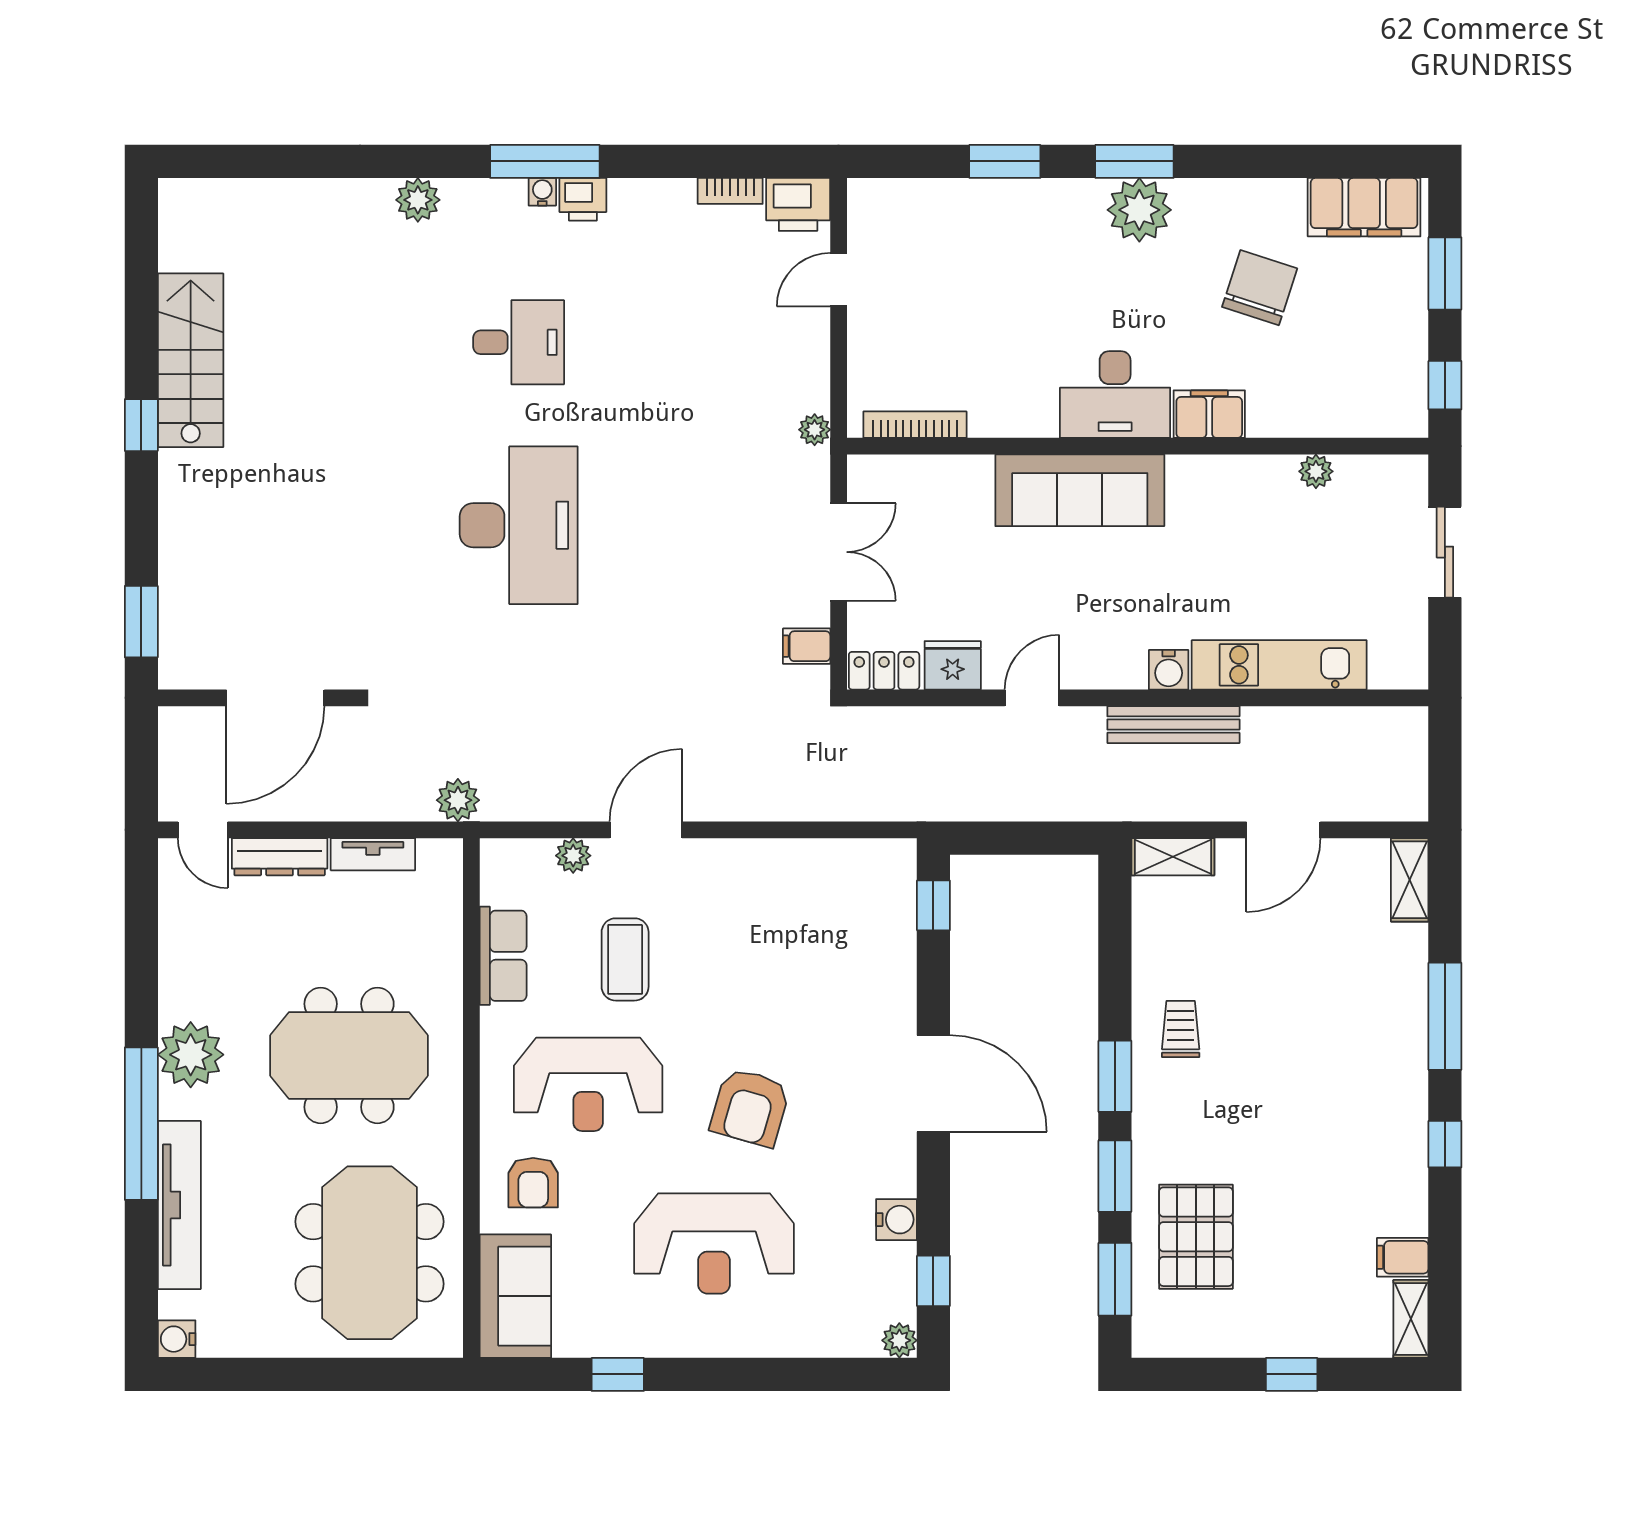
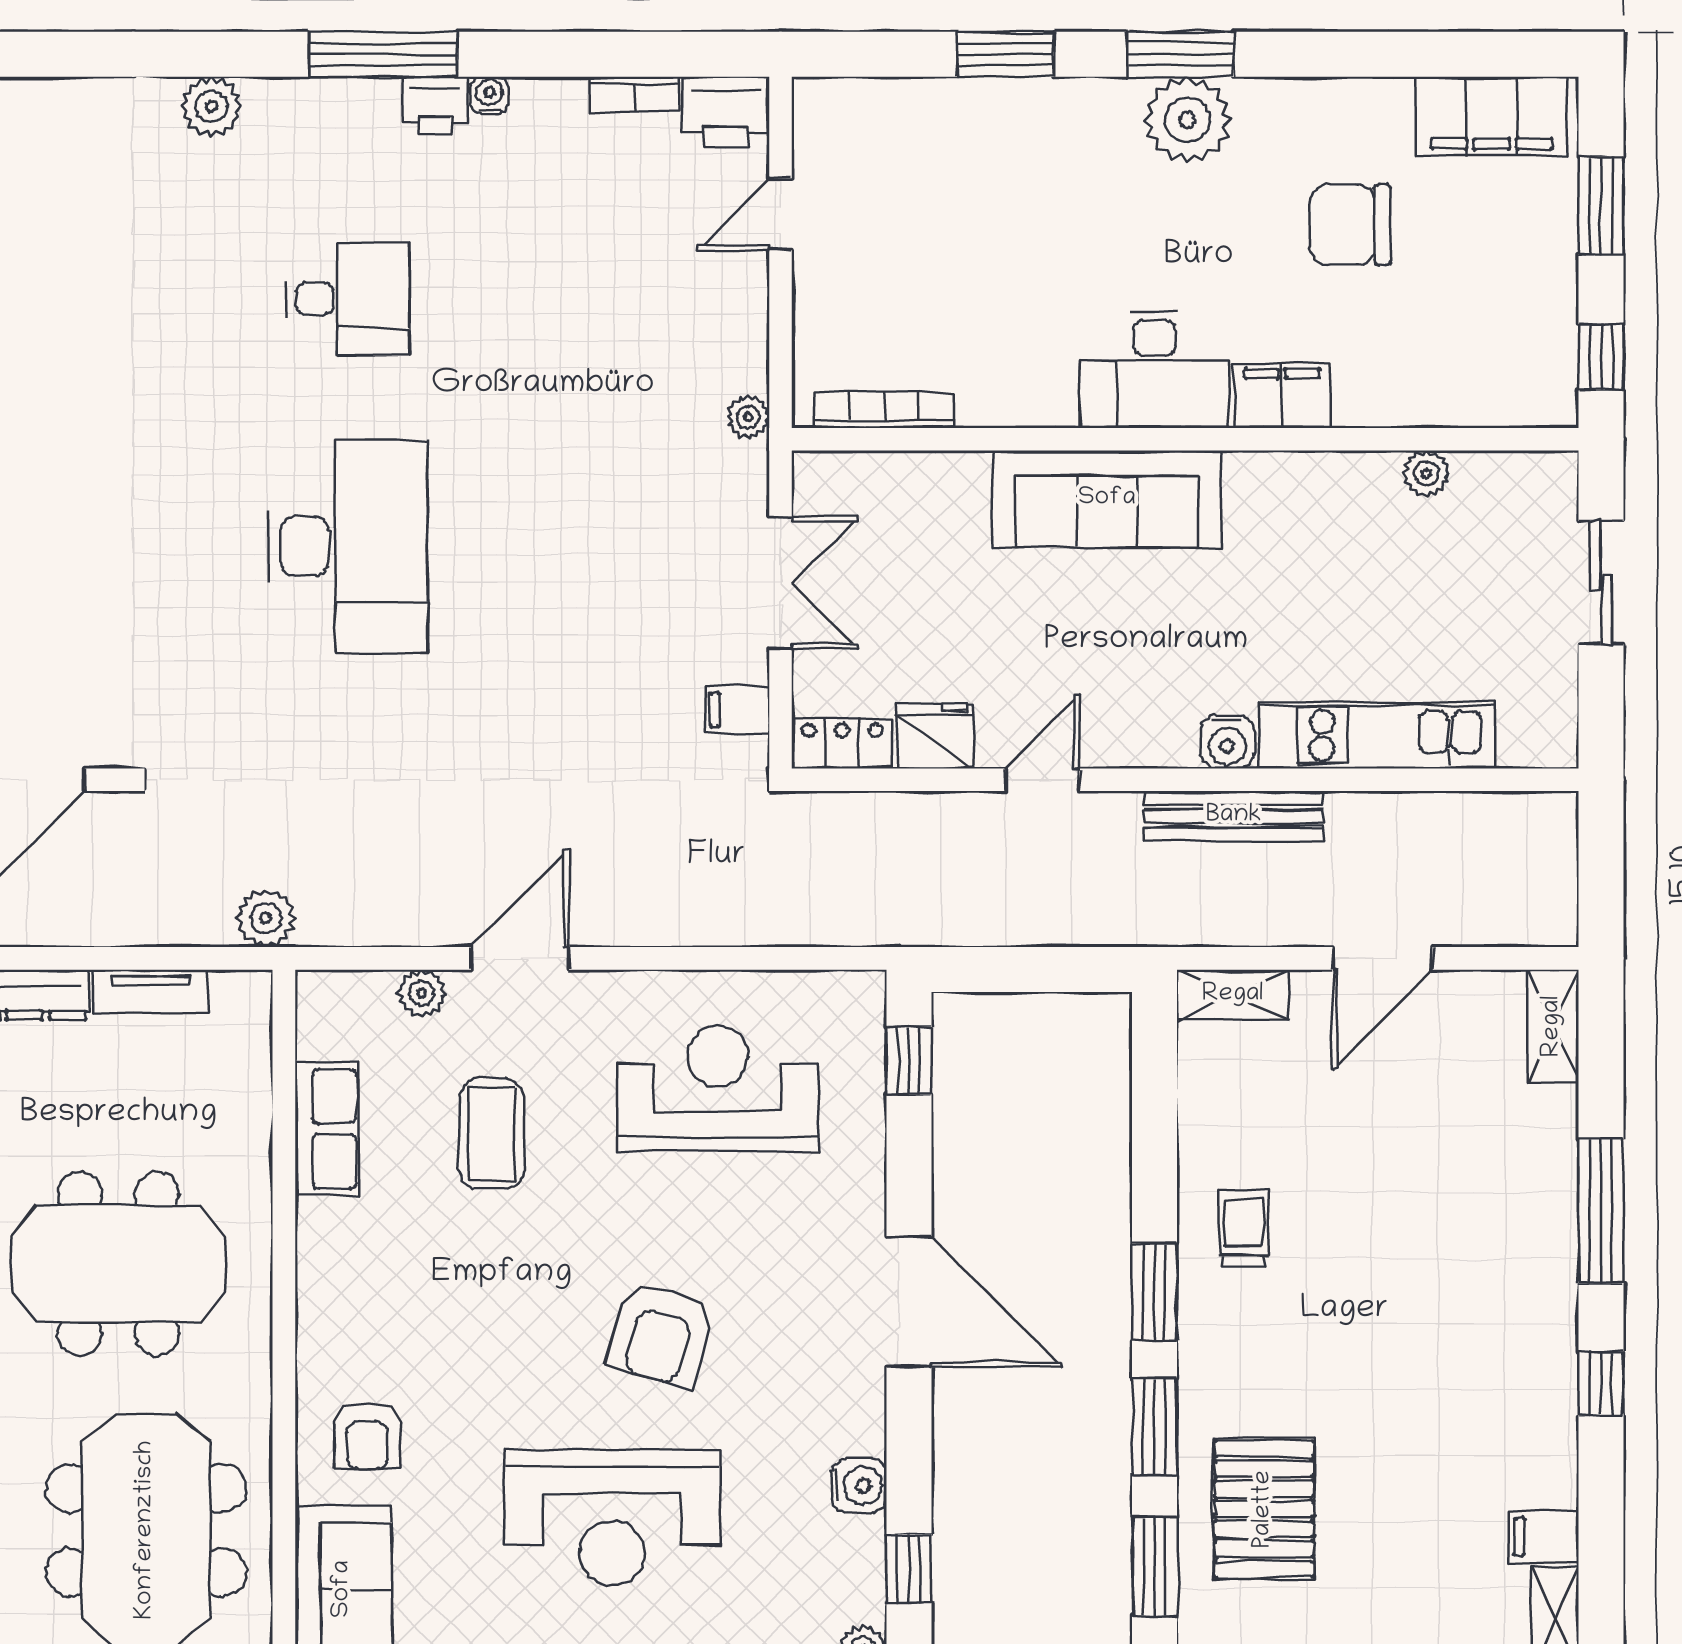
water cooler: (542, 192) -> (490, 95), moved
chair: (1260, 288) -> (1350, 225), turned -108
reception desk: (588, 1084) -> (718, 1089), moved, turned 180

